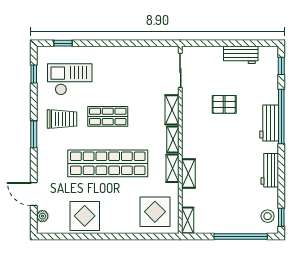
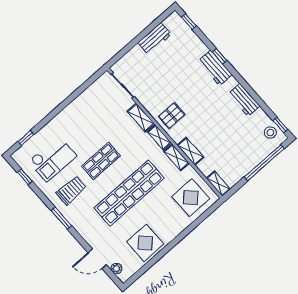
checkout: (70, 79) -> (52, 159), turned 180
pallet: (224, 104) -> (172, 116), moved
window: (281, 117) -> (219, 56), width x0.32

